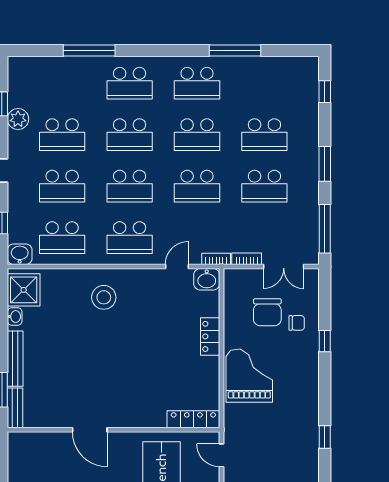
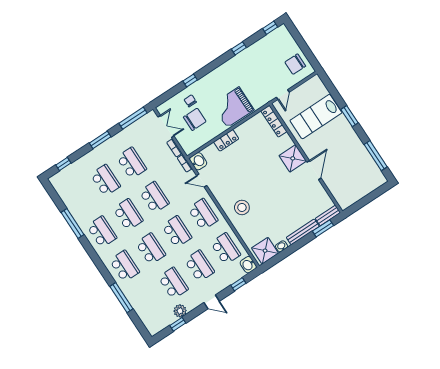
shower: (125, 411) -> (293, 158), added

